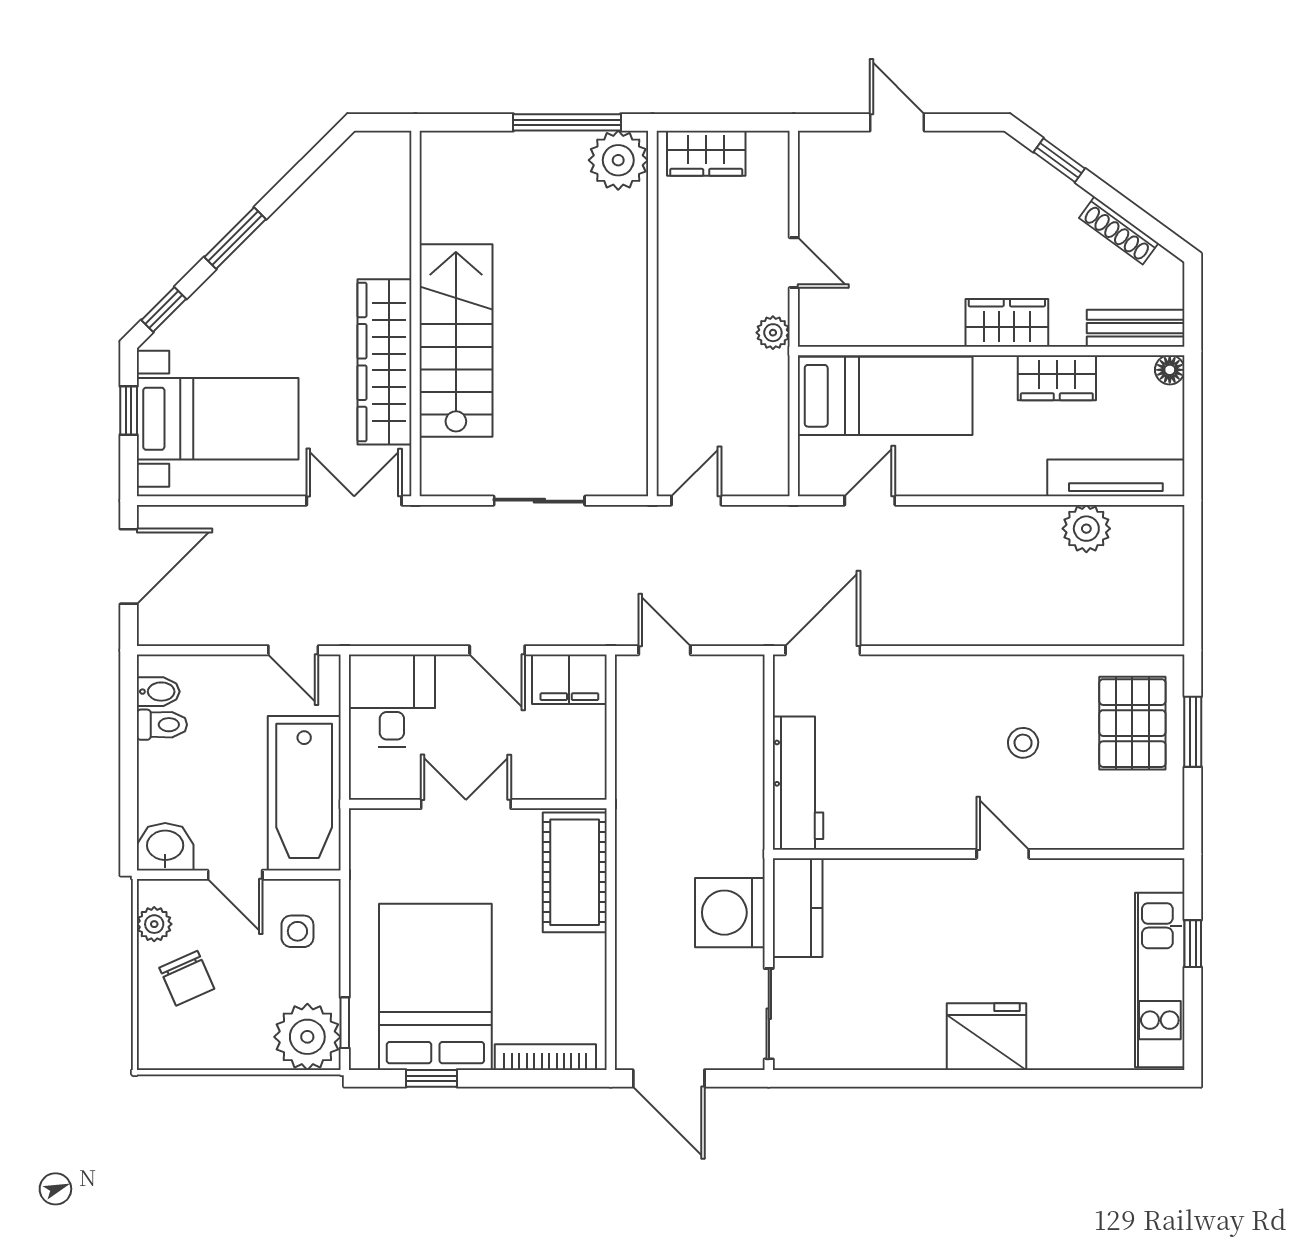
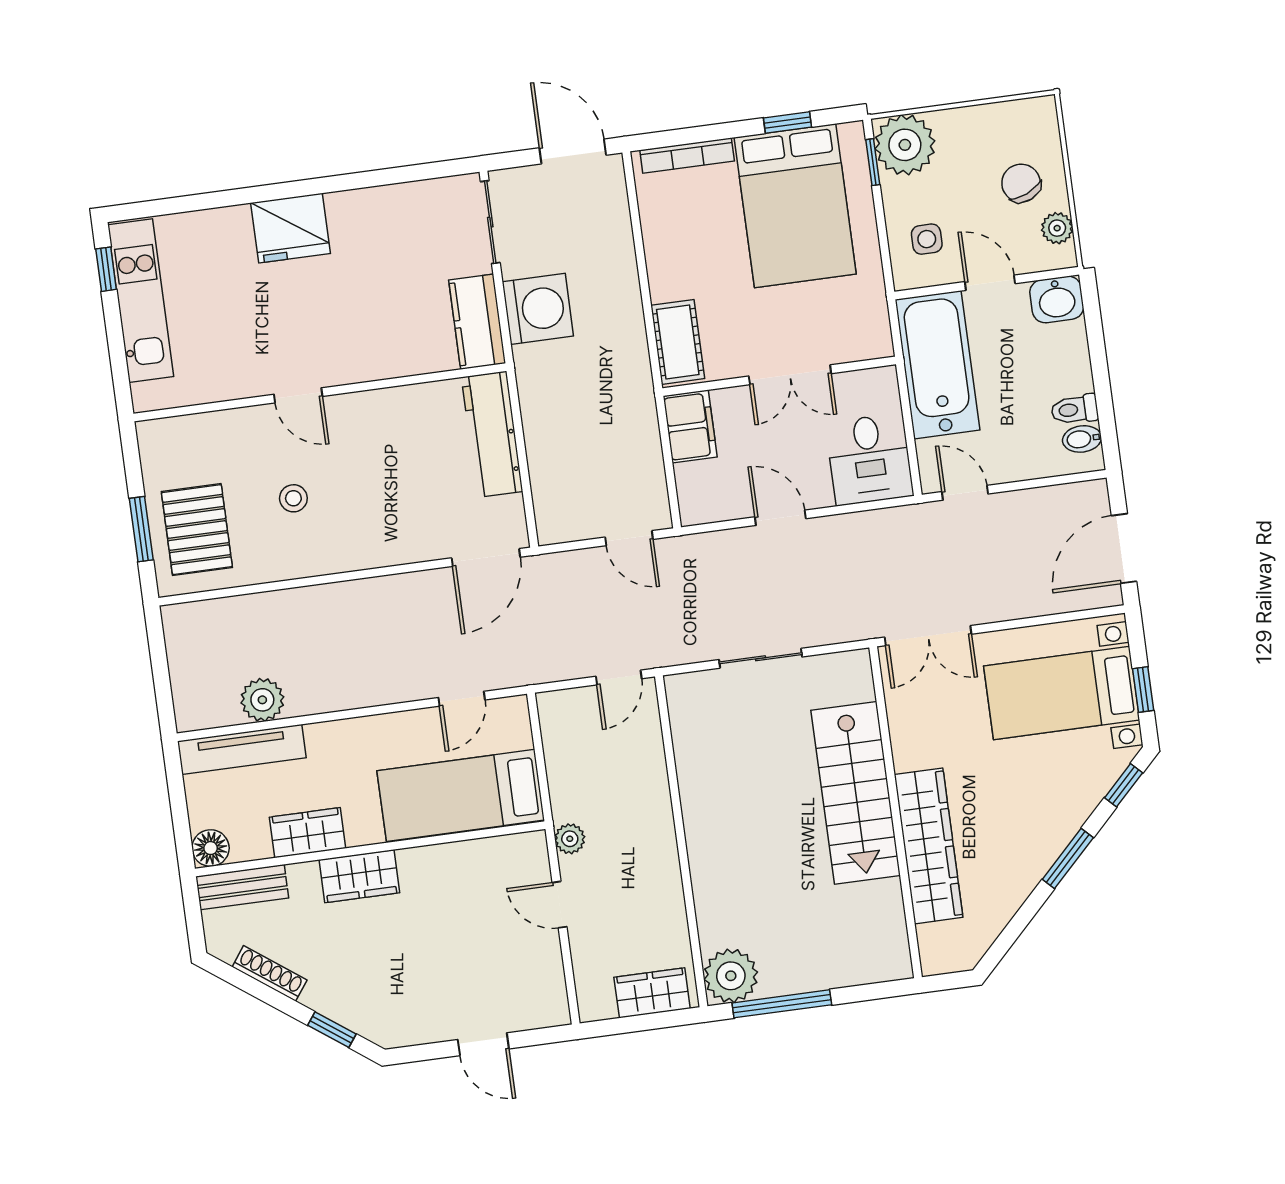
wardrobe: (384, 362) -> (929, 846), moved
floor lamp: (1170, 370) -> (211, 848), width x1.37, depth x1.37
filing cabinet: (569, 679) -> (690, 426), moved, turned 90
cot: (575, 872) -> (678, 342), width x0.73, depth x0.75
window: (1193, 944) -> (106, 269), moved

